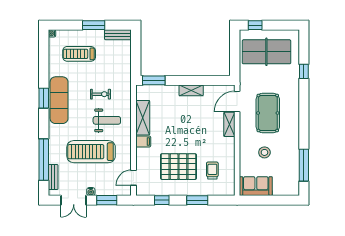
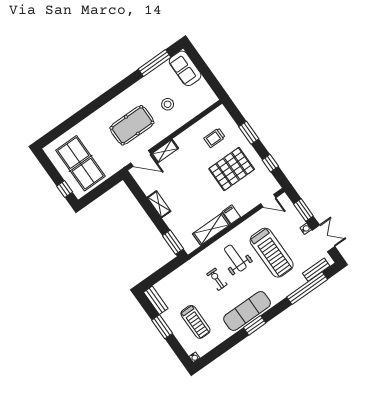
window: (304, 71) -> (75, 120), removed
pallet: (178, 167) -> (232, 169), turned 90
sofa: (256, 186) -> (185, 68), moved

